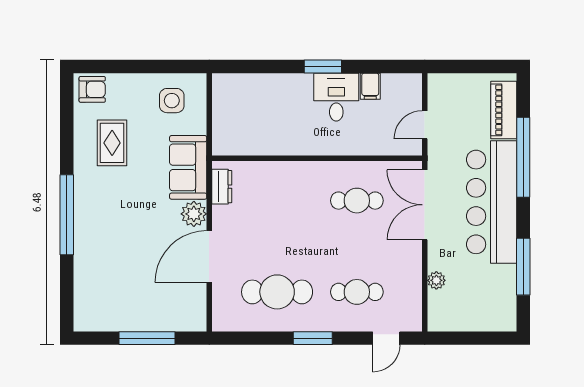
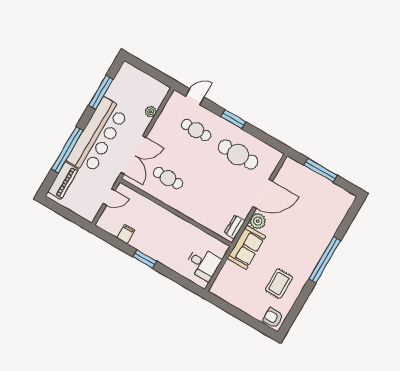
desk: (336, 97) -> (203, 264), moved, turned -90
side table: (172, 101) -> (235, 287), removed

